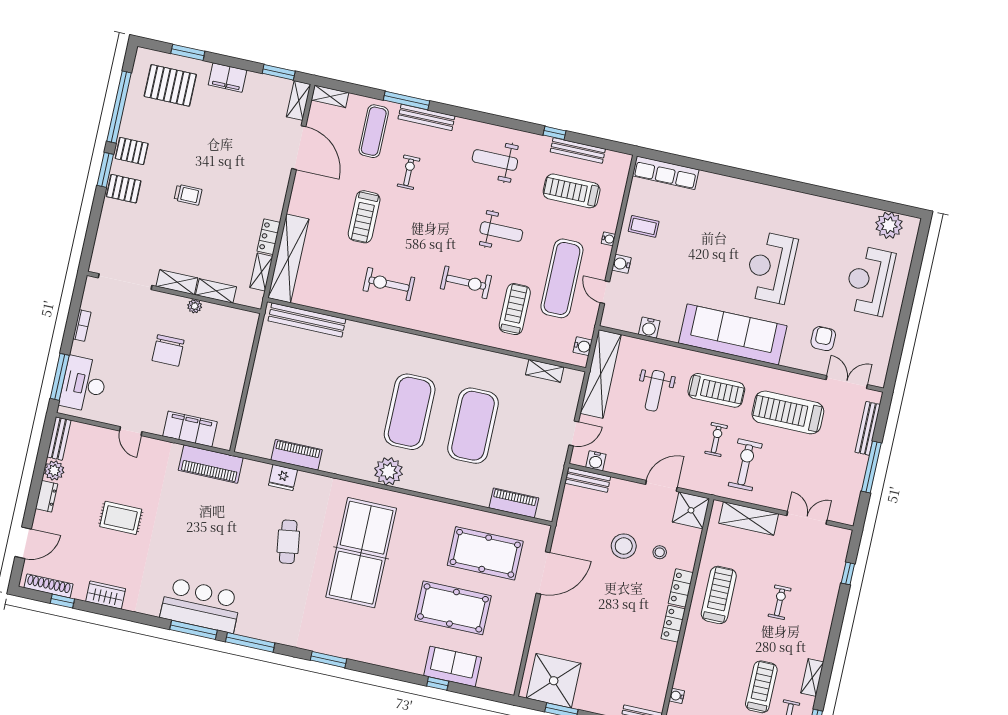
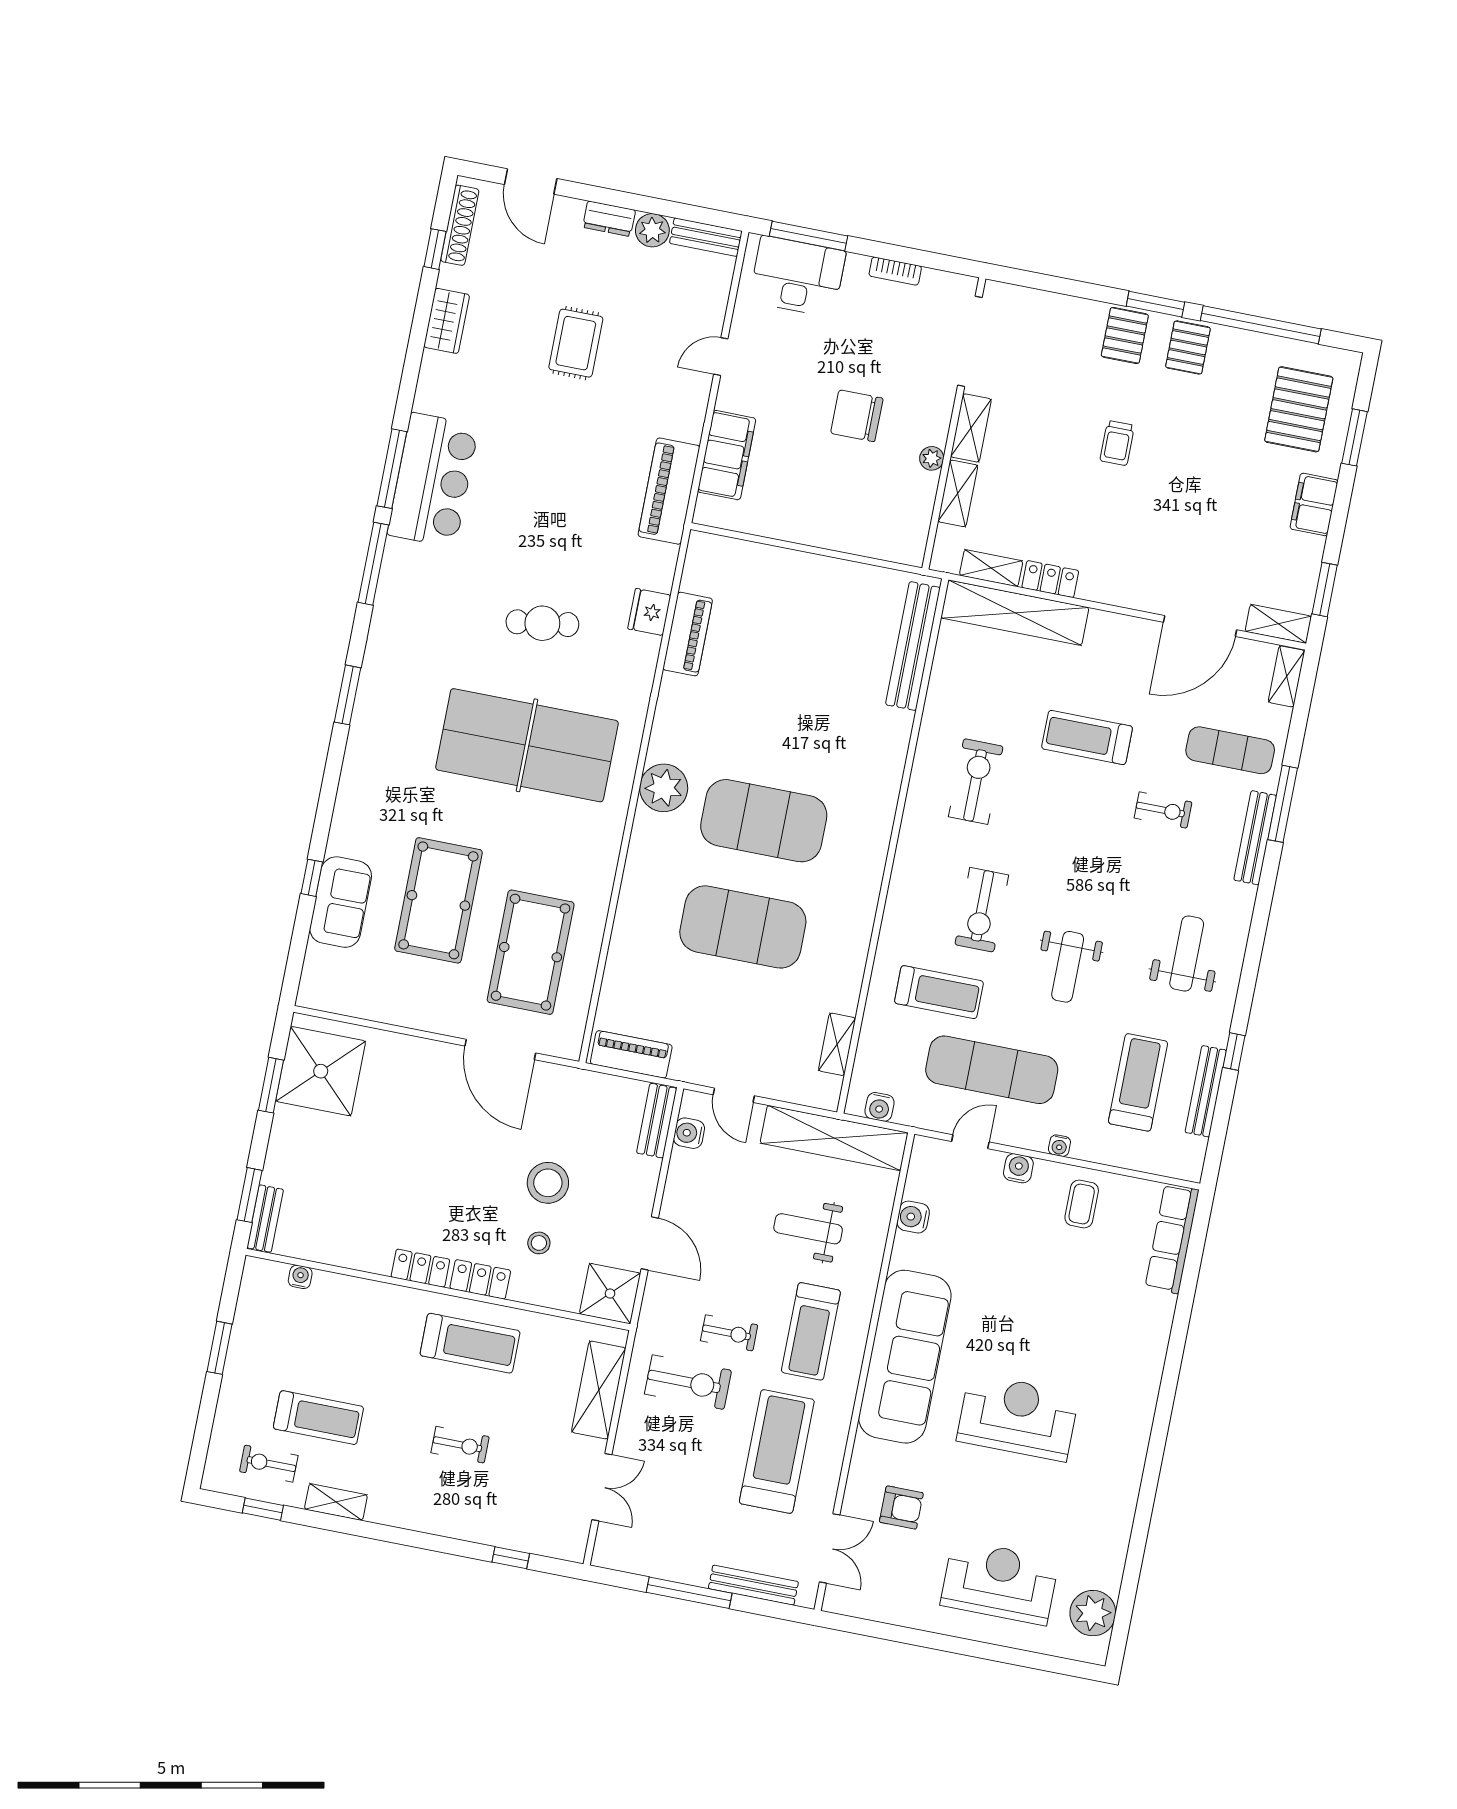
piano: (514, 503) -> (631, 1054), moved, turned -90

